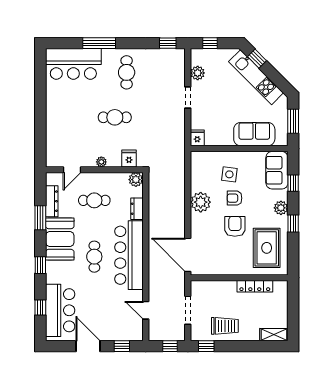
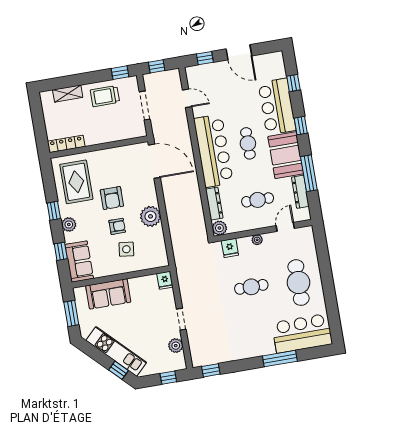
cafe table: (127, 72) -> (299, 283), moved, width x1.37, depth x1.35
dresser: (137, 209) -> (214, 204), width x1.44
window: (40, 218) -> (309, 173), width x1.44
locker: (255, 286) -> (66, 144), moved
bar counter: (60, 310) -> (277, 107), moved
shelving: (274, 335) -> (68, 94), moved

